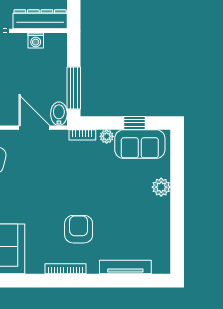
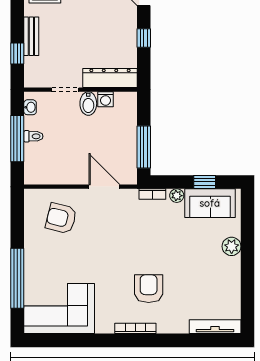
bidet: (59, 114) -> (88, 104), moved, turned 180
tv unit: (125, 267) -> (215, 327), moved

